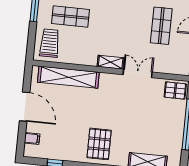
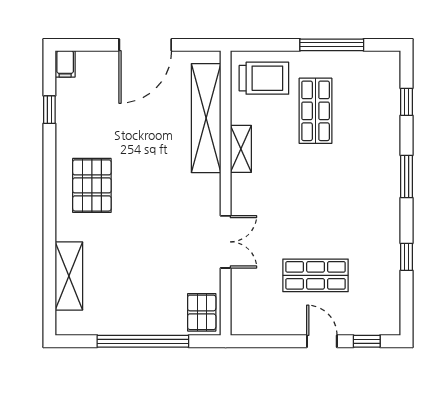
shelving: (111, 62) -> (241, 149), moved
filing cabinet: (32, 138) -> (65, 64), moved
pallet: (99, 144) -> (92, 185), turned 90

